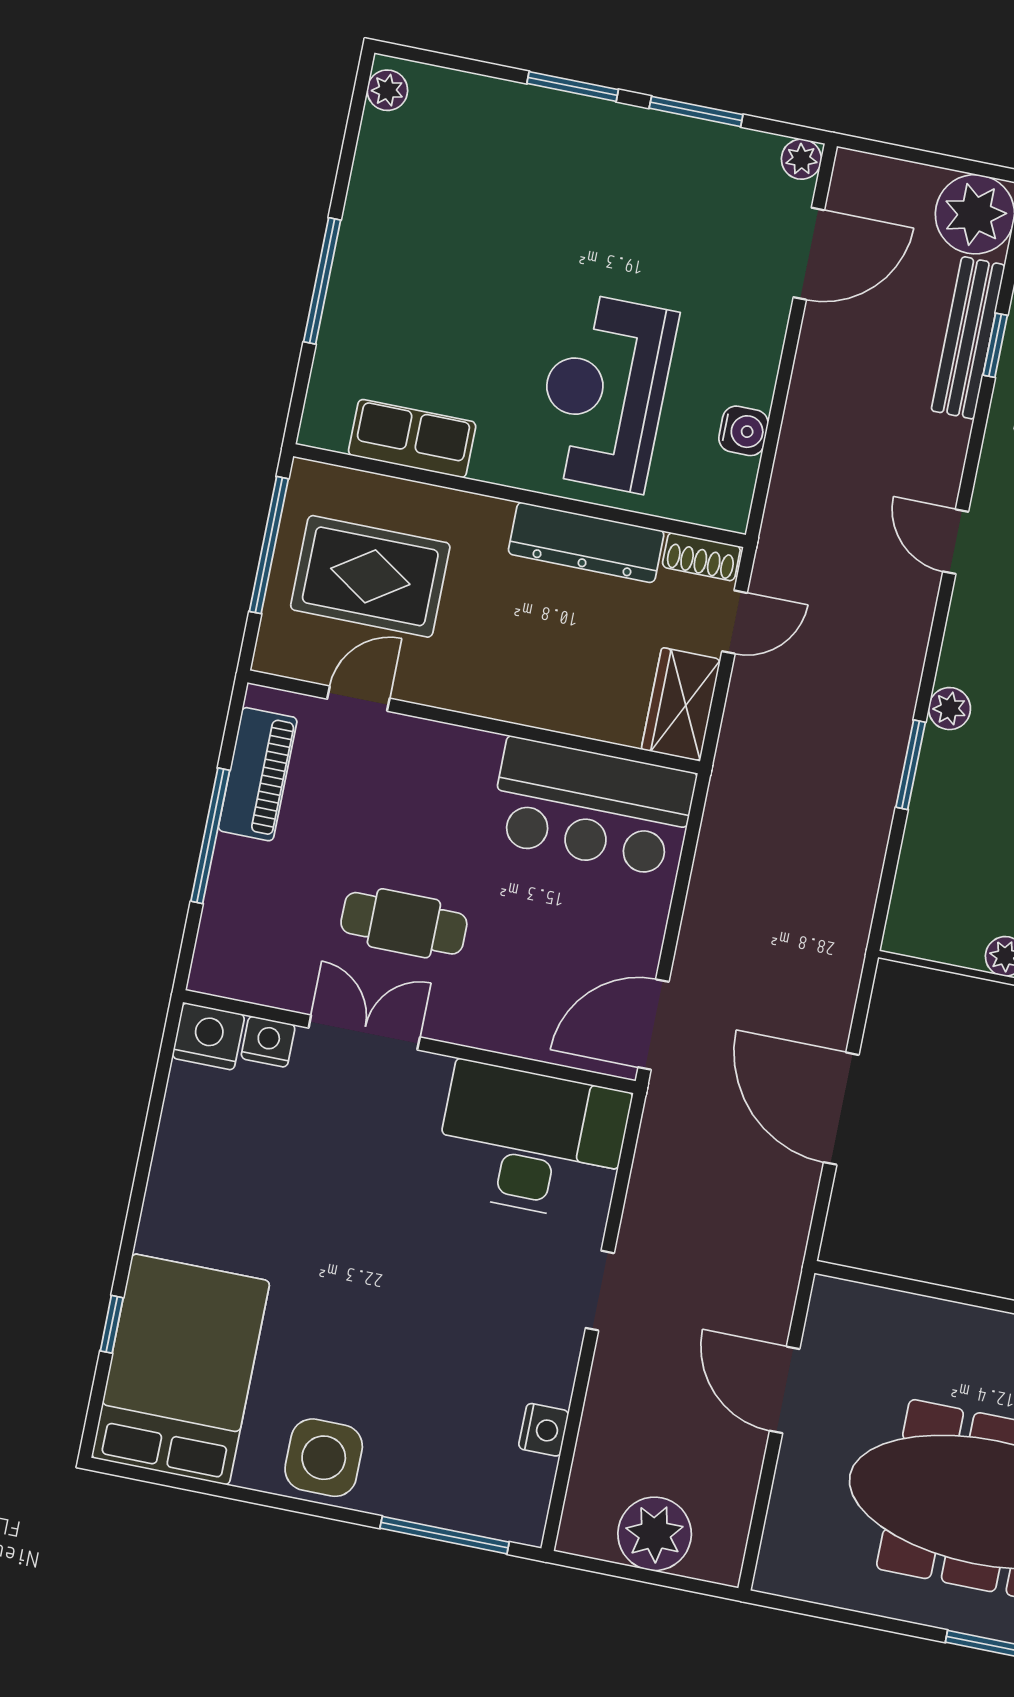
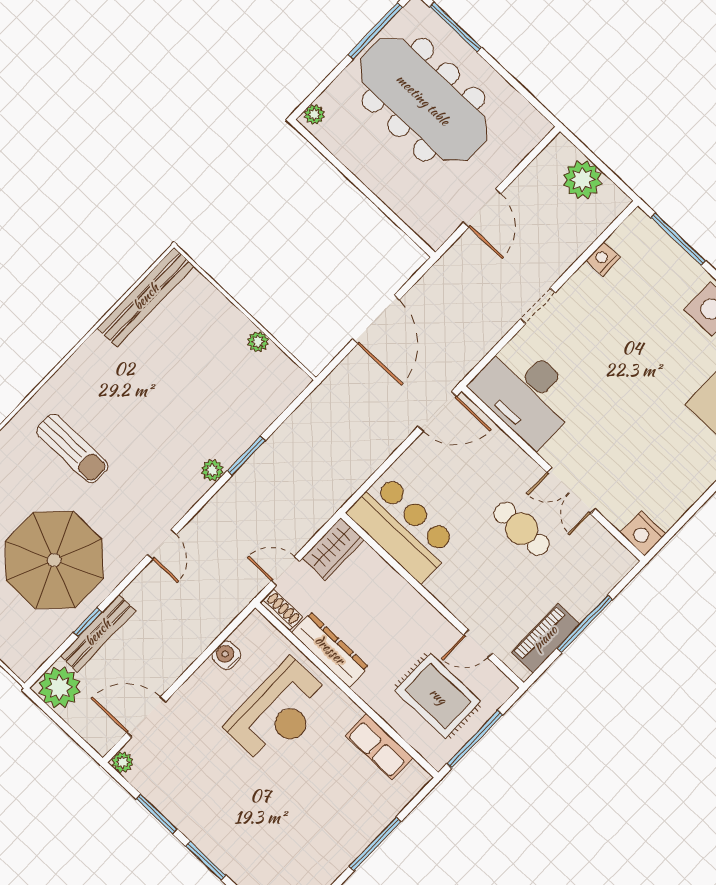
nightstand: (268, 1042) -> (617, 514), removed

